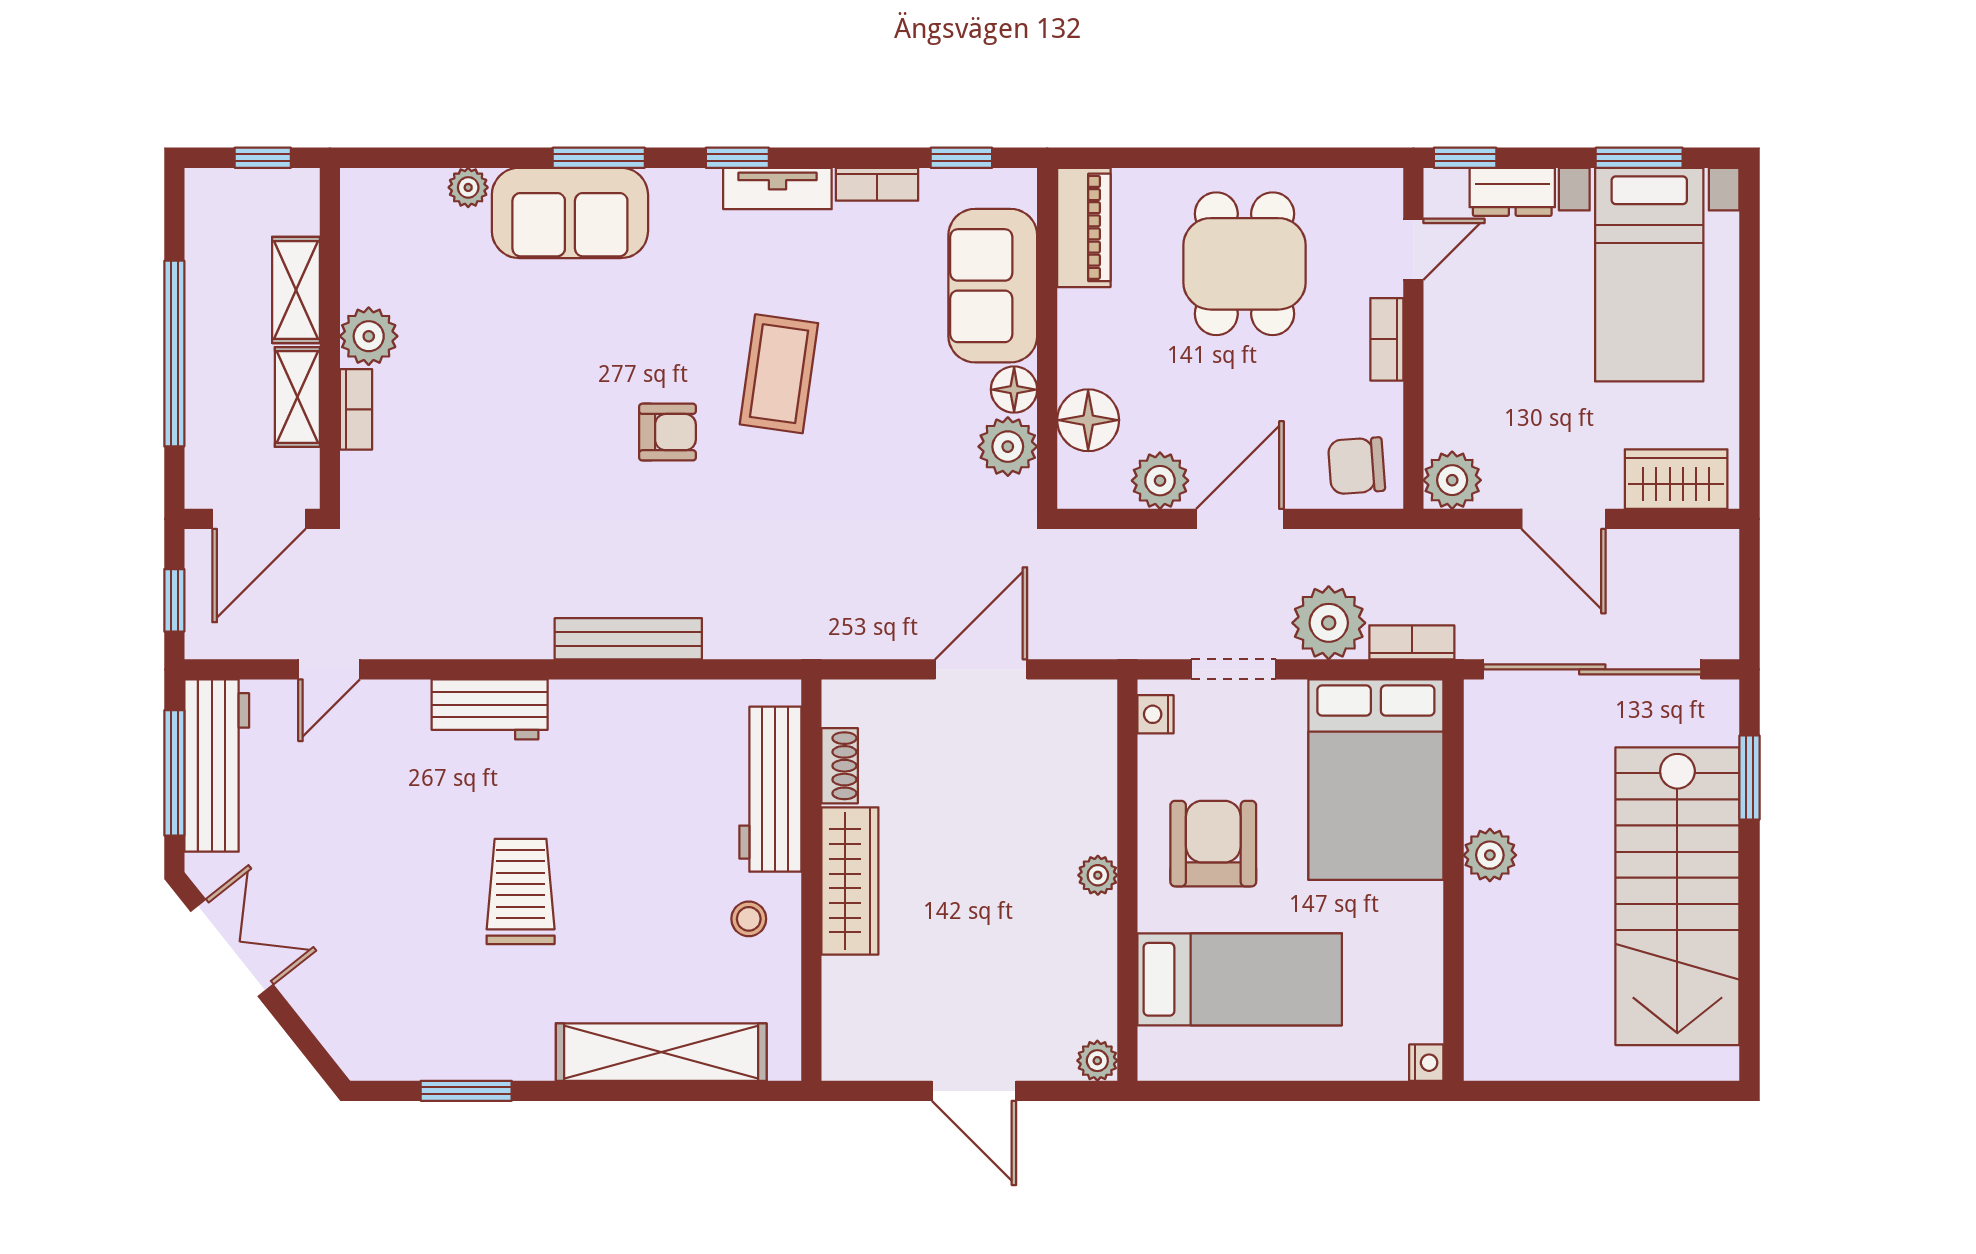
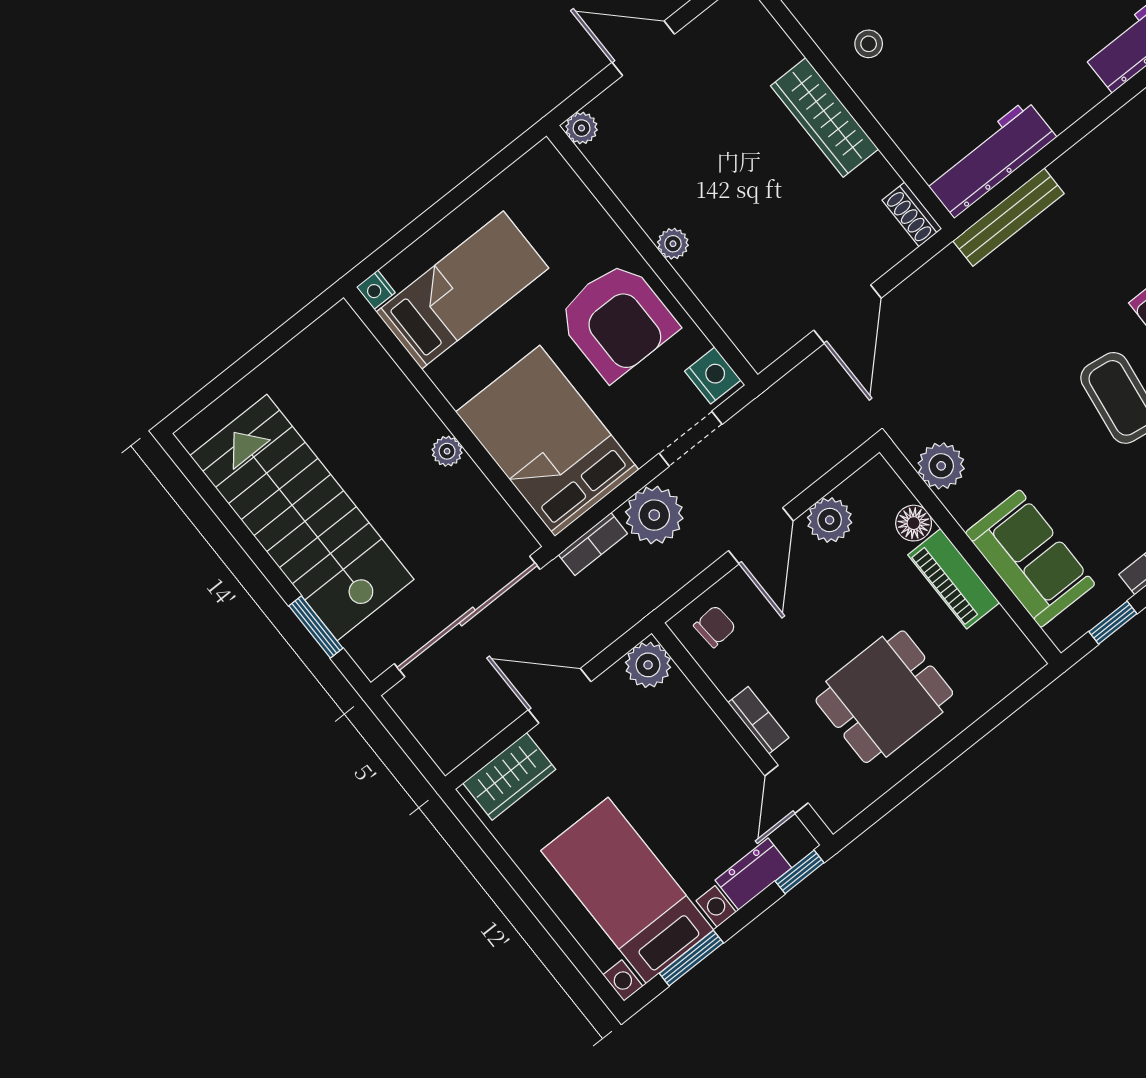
piano: (1084, 227) -> (954, 579), moved
dining table: (1244, 264) -> (884, 697), turned 90
floor lamp: (1014, 390) -> (965, 504), removed
floor lamp: (1088, 420) -> (914, 523), width x0.73, depth x0.73
chair: (1356, 466) -> (715, 626), width x0.73, depth x0.73
bench: (628, 639) -> (1008, 217), moved
nightstand: (1156, 714) -> (713, 376), width x1.39, depth x1.35
shoe rack: (840, 766) -> (912, 214), moved
workbench: (770, 789) -> (990, 159), moved, turned -90
armchair: (1213, 844) -> (617, 321), width x1.36, depth x1.36
plant: (1490, 855) -> (447, 451), width x0.73, depth x0.73
bed: (1240, 979) -> (463, 290), moved, turned 180

